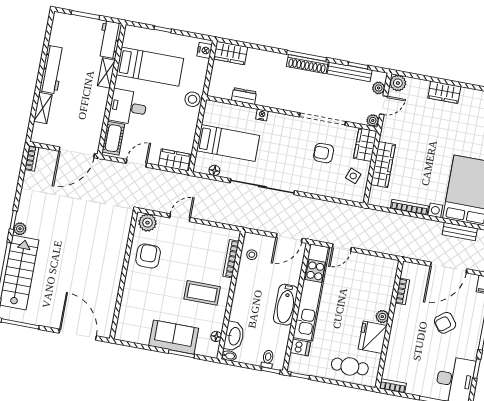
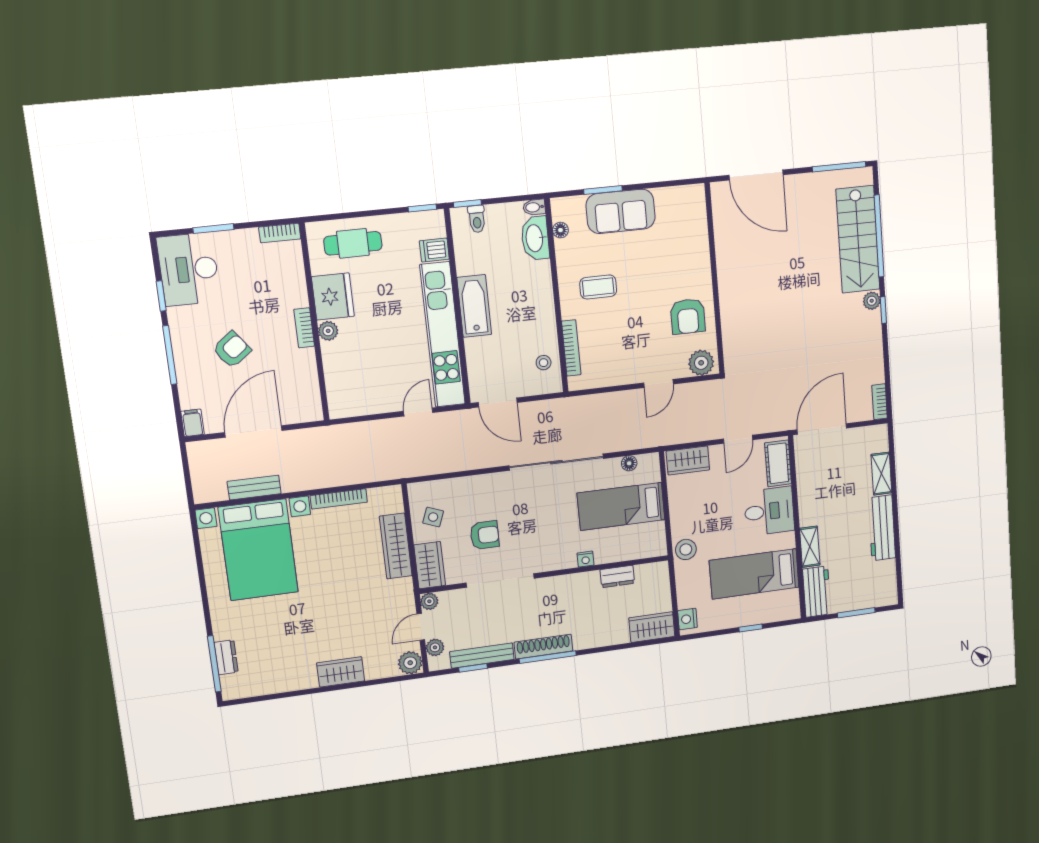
door: (289, 238) -> (498, 403), swing flipped
bookcase: (402, 291) -> (304, 328), moved
coffee table: (202, 293) -> (598, 287), width x0.73, depth x0.77

